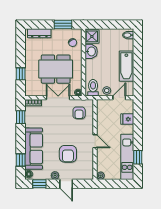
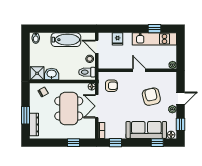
window: (63, 25) -> (25, 115), moved
door: (95, 141) -> (139, 70), hinge flipped
armchair: (68, 154) -> (151, 97), turned -103

